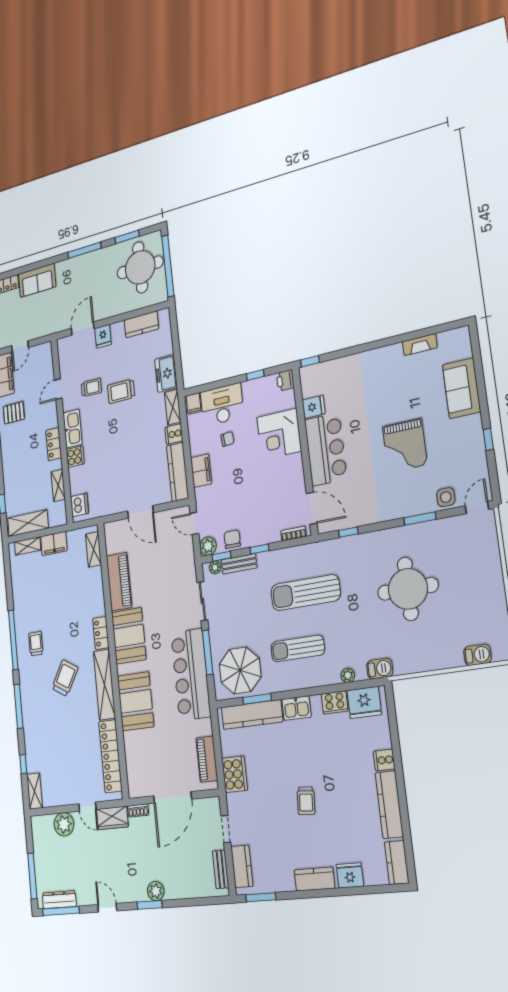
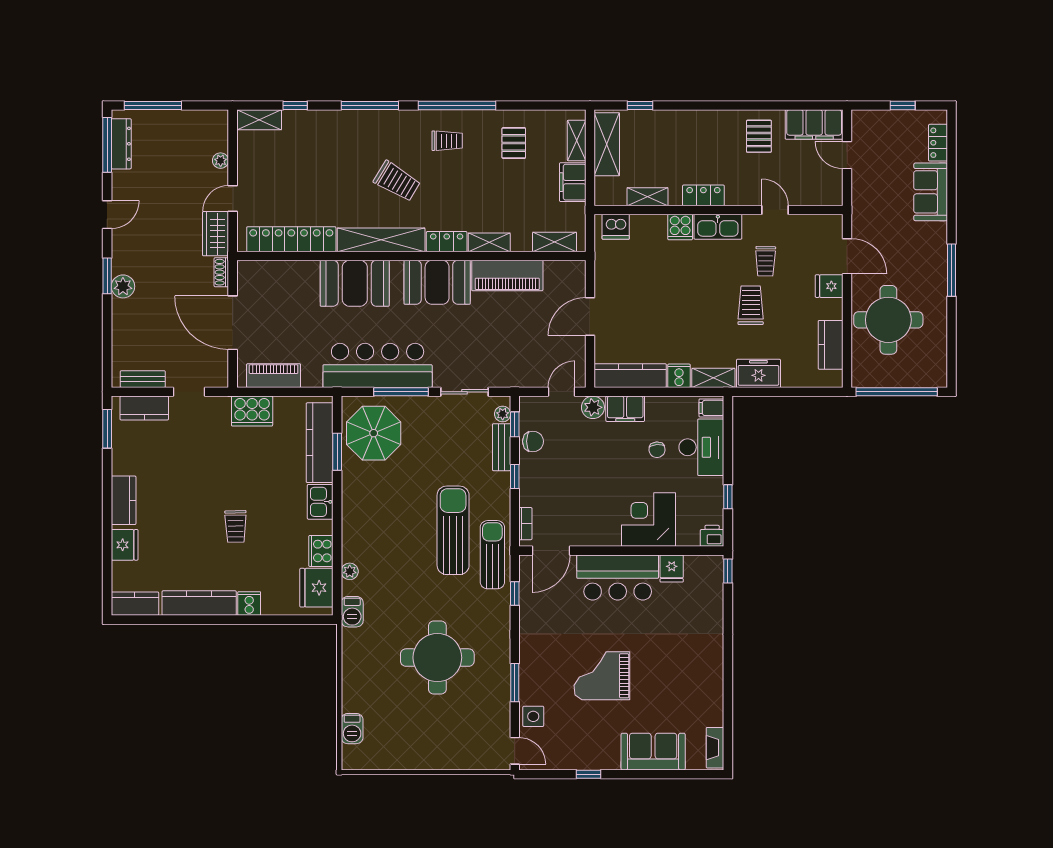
window: (127, 237) -> (952, 336), removed
round table: (140, 267) -> (888, 320), moved
fireplace: (420, 345) -> (715, 748), moved
plant: (208, 546) -> (593, 407), moved
pallet: (33, 593) -> (514, 143), added
shelving: (98, 600) -> (489, 242), added
sun lounger: (298, 648) -> (492, 555), moved
trolley: (306, 801) -> (236, 526), moved, turned -95
plant: (64, 824) -> (221, 161), width x0.53, depth x0.53

